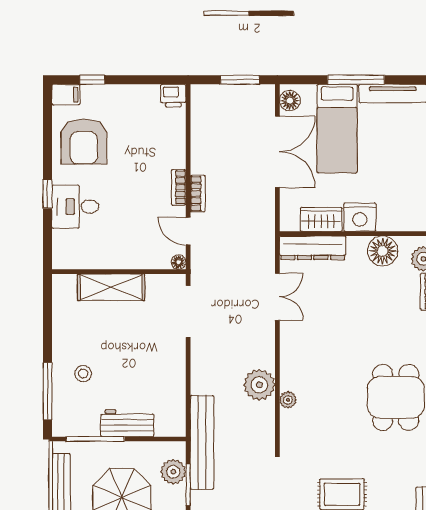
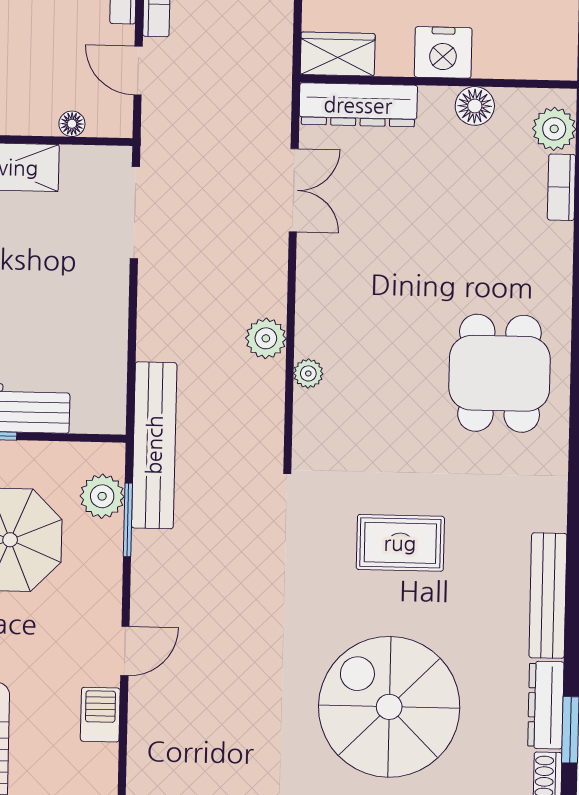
wardrobe: (321, 219) -> (338, 54), moved
floor lamp: (382, 251) -> (475, 106), width x0.73, depth x0.73
floor lamp: (179, 262) -> (72, 124), moved
plant: (259, 385) -> (266, 338), width x0.73, depth x0.73

